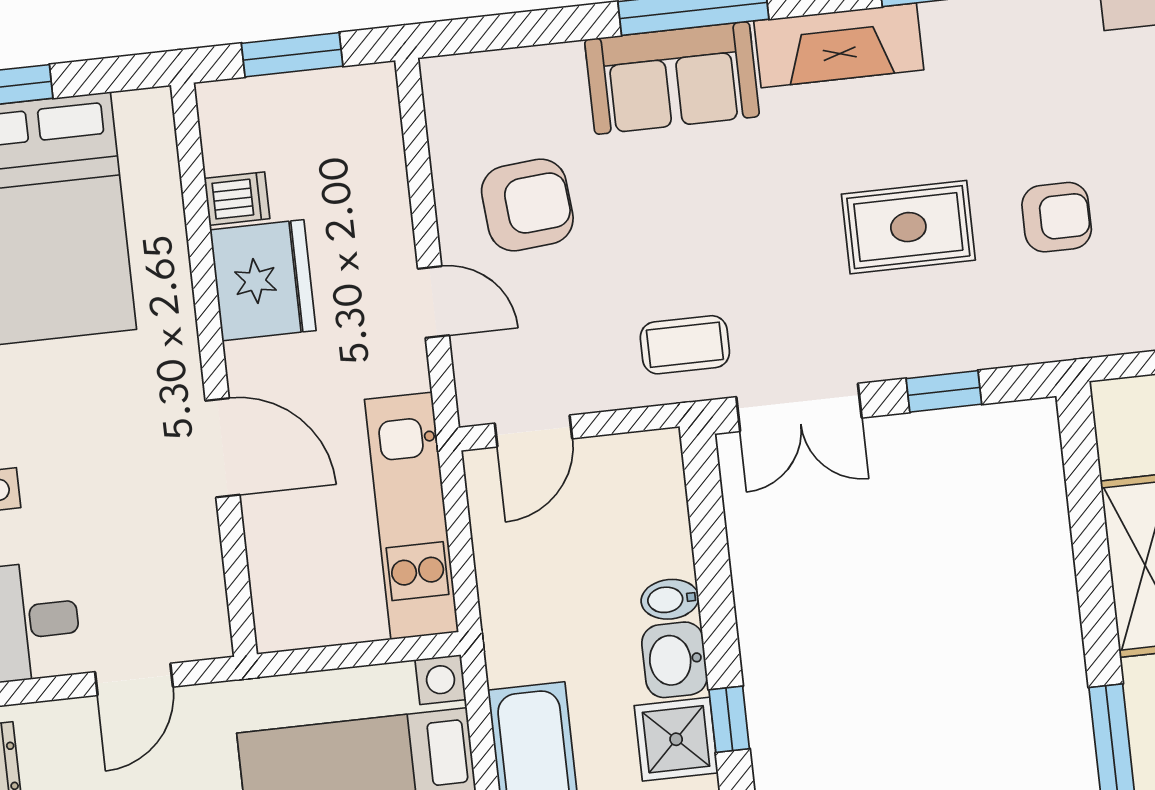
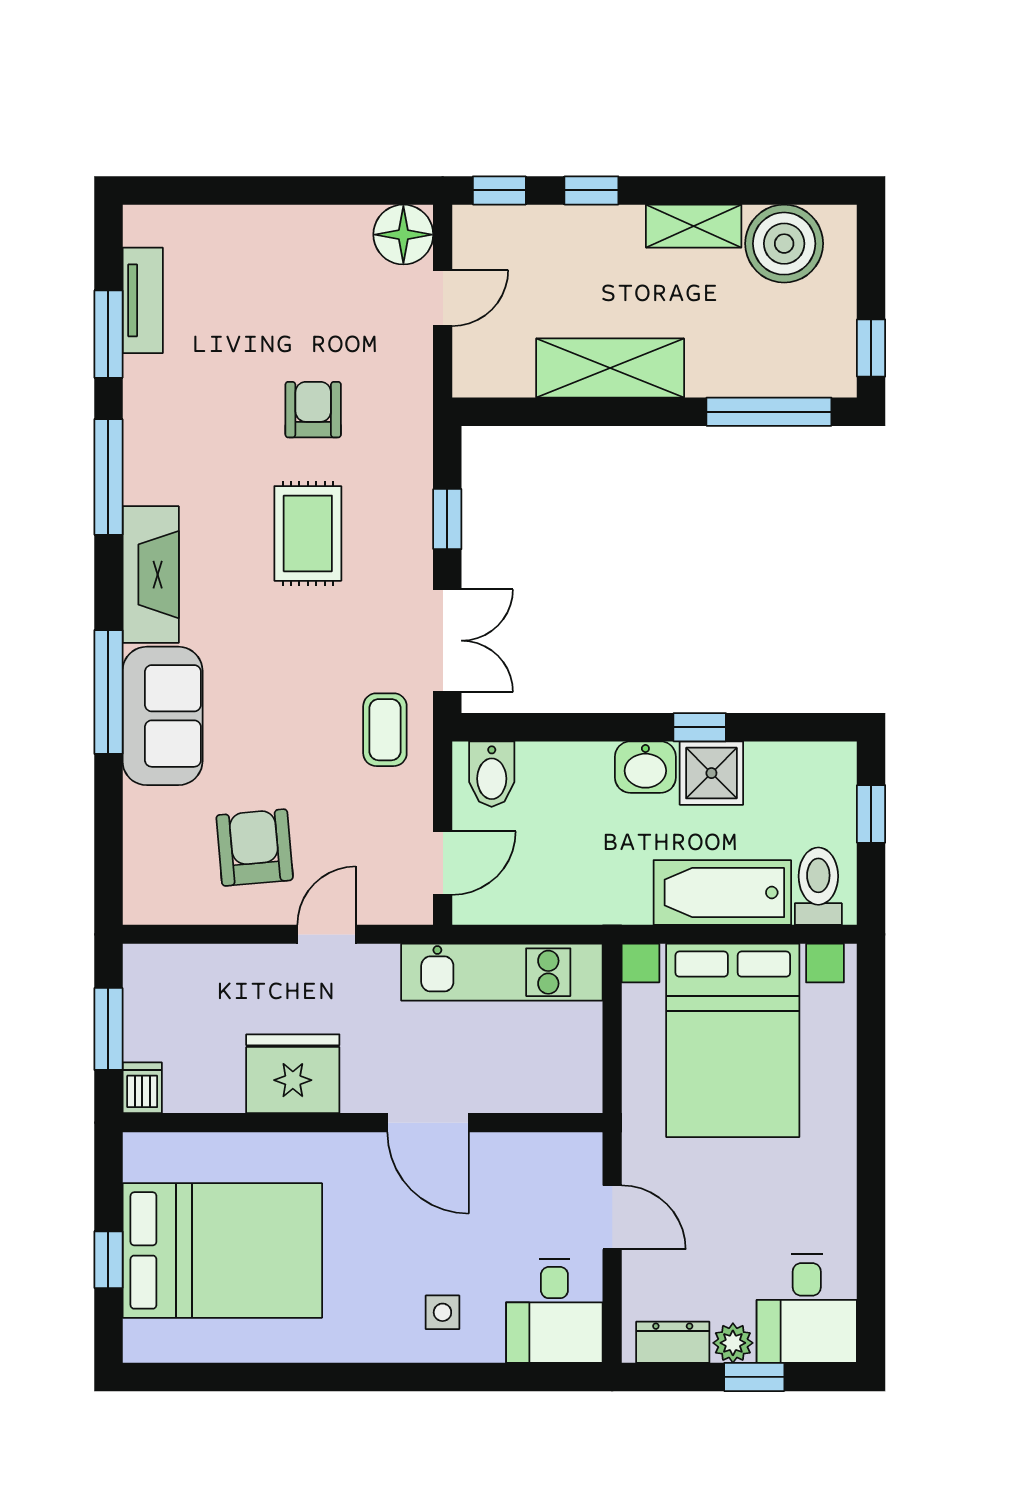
dishwasher: (237, 199) -> (142, 1088), moved
door: (534, 431) -> (443, 863), hinge flipped
door: (223, 448) -> (428, 1123), swing flipped
bidet: (670, 599) -> (492, 774), moved, width x1.38, depth x1.36

